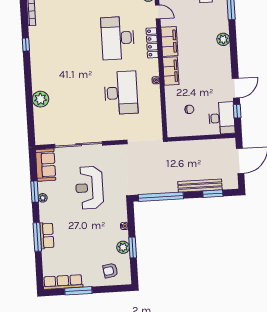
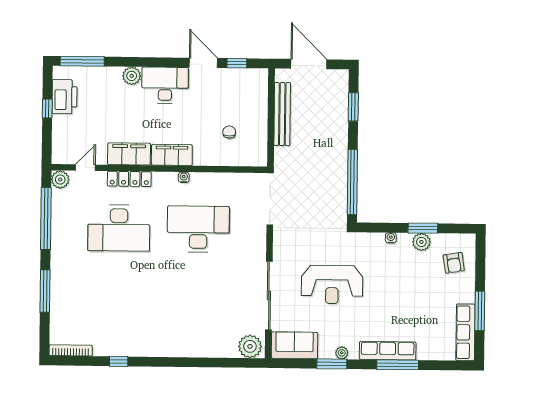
plant: (41, 99) -> (250, 346), moved
desk: (222, 118) -> (165, 85), moved
bench: (200, 186) -> (282, 114), moved
row of seats: (47, 236) -> (388, 351), width x1.48

